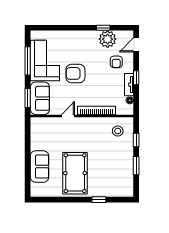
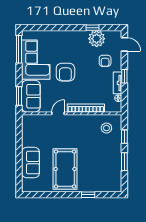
door: (136, 45) -> (124, 44), swing flipped
window: (28, 61) -> (19, 49), moved
armchair: (75, 73) -> (65, 72), turned -90

